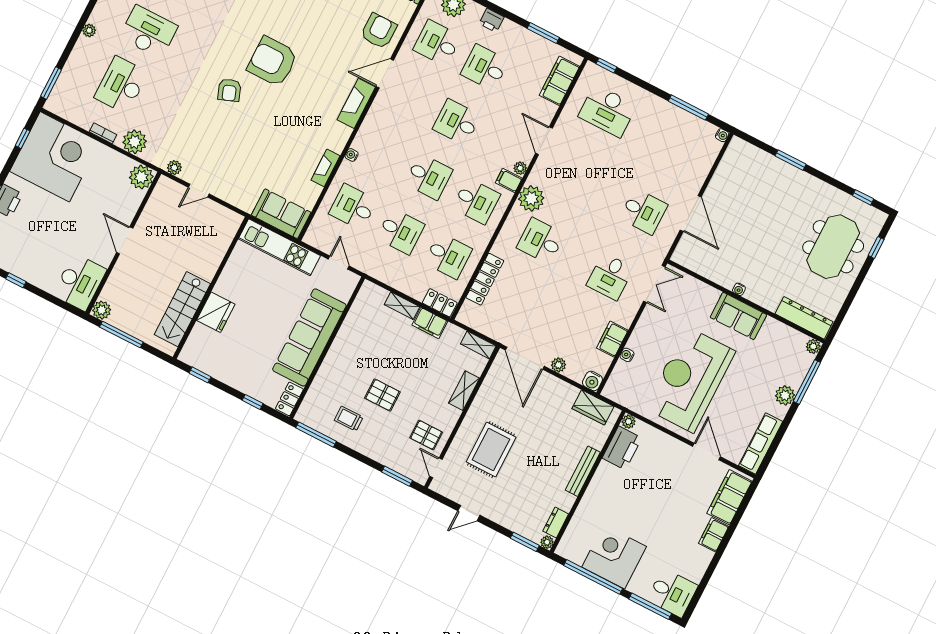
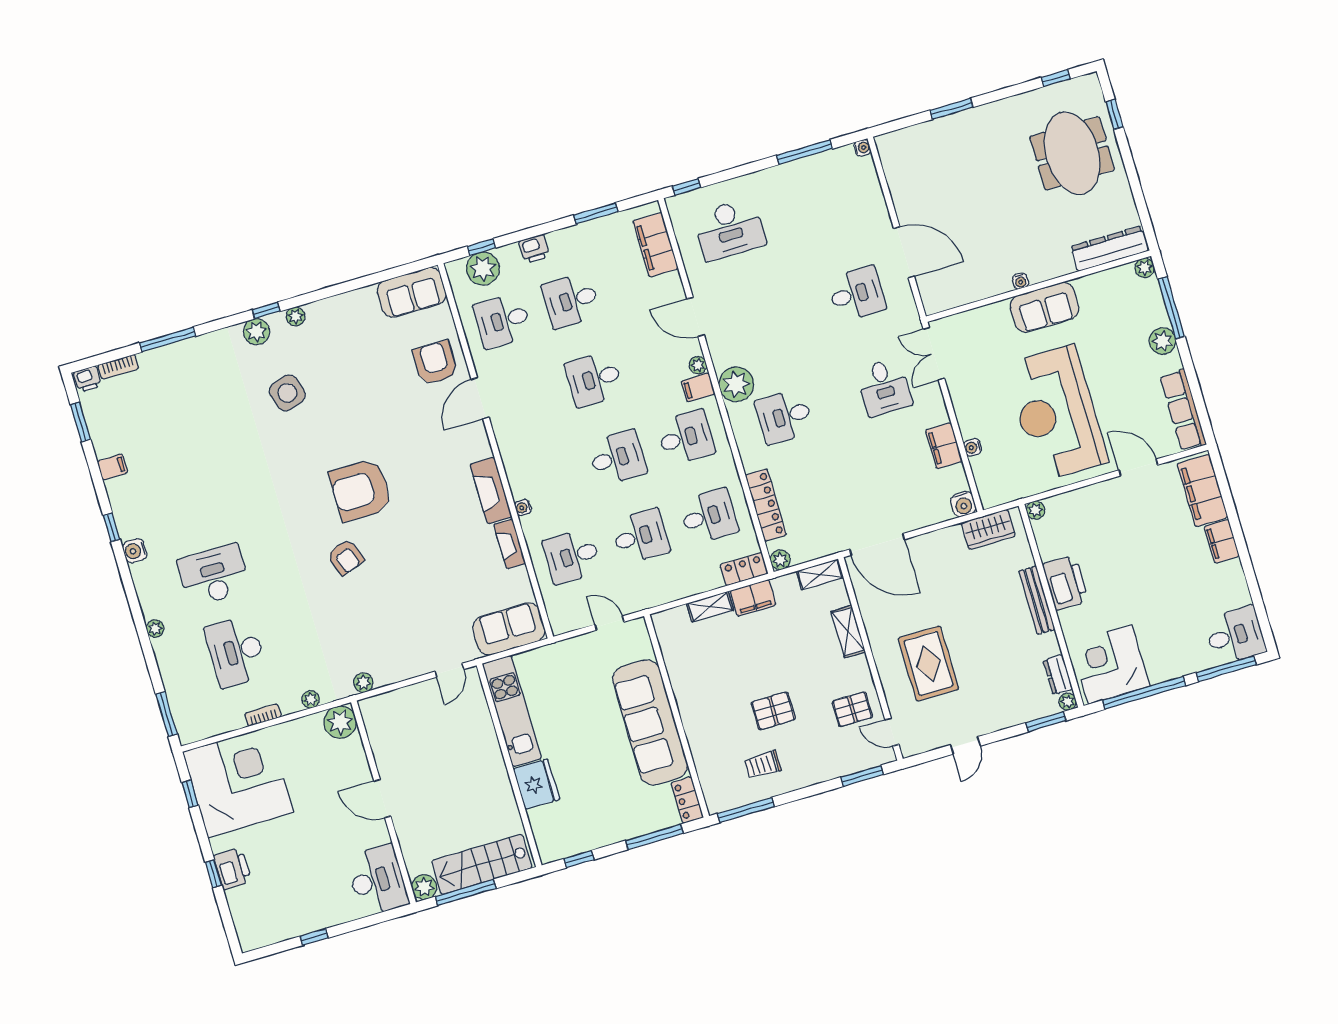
fireplace: (356, 103) -> (491, 491), moved
plant: (135, 142) -> (311, 699), width x0.53, depth x0.53
door: (199, 191) -> (449, 670), moved
kitchen unit: (279, 247) -> (512, 711), moved, turned -90
double door: (654, 284) -> (934, 354), swing flipped
stairs: (182, 309) -> (482, 864), moved, turned 90
plant: (559, 365) -> (780, 560), moved
window: (253, 402) -> (654, 837), width x2.17
printer: (622, 448) -> (1065, 583), moved
corner desk: (614, 557) -> (1110, 665), moved

